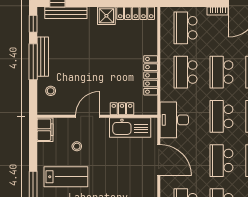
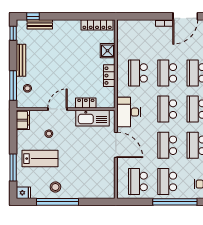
bench: (66, 13) -> (40, 24), width x0.73
shower: (106, 16) -> (108, 51), moved
school desk: (186, 28) -> (138, 37), removed
window: (33, 62) -> (13, 85), moved
locker: (151, 75) -> (109, 76), width x0.66

